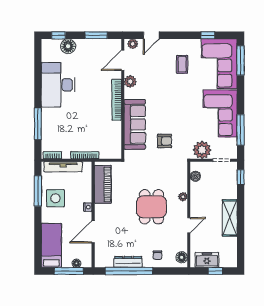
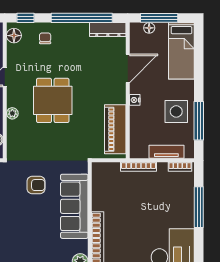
armchair: (165, 141) -> (36, 185), turned 180
tv unit: (63, 167) -> (166, 152), width x0.71
dresser: (128, 262) -> (108, 30), moved
window: (173, 271) -> (26, 18), added

